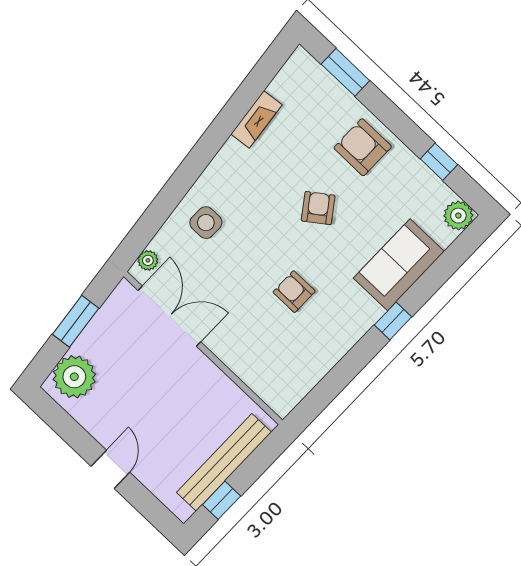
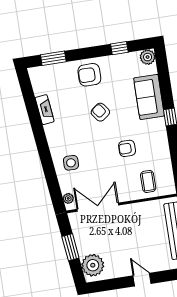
coffee table: (268, 363) -> (148, 181), added

